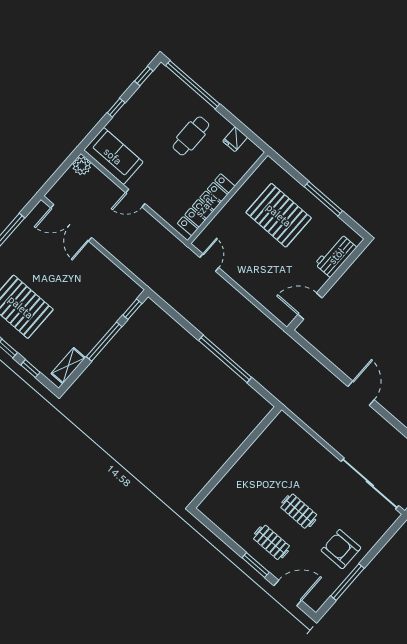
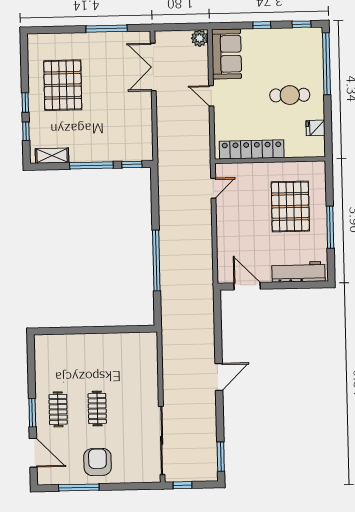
workbench: (336, 256) -> (298, 272), width x1.38

